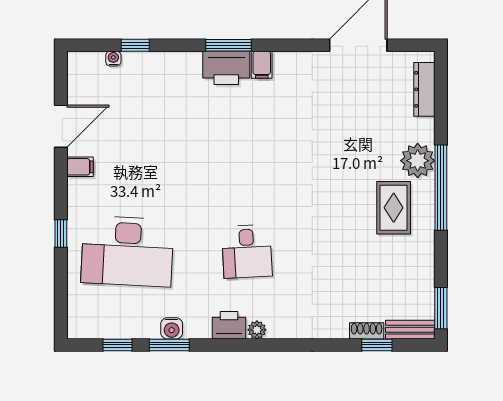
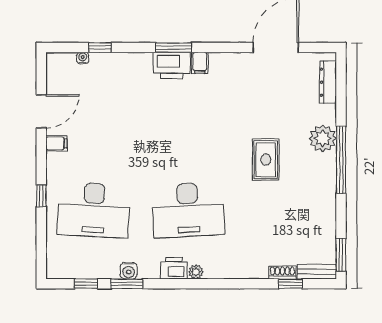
rug: (394, 208) -> (266, 160), moved
desk: (247, 251) -> (188, 210), width x1.87, depth x1.30

